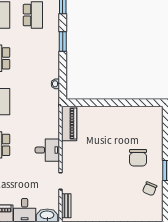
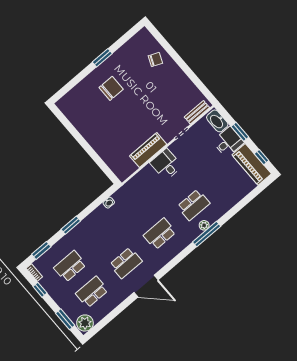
piano: (69, 123) -> (148, 150), moved
chair: (150, 189) -> (155, 59), moved

